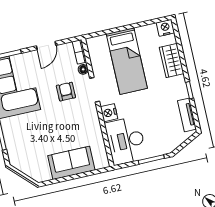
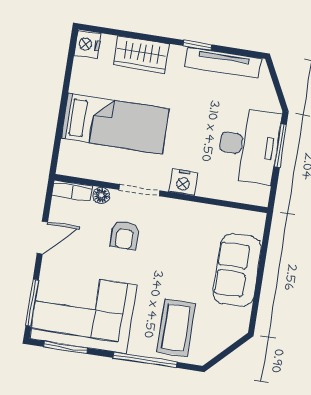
door: (46, 46) -> (42, 238), hinge flipped
armchair: (66, 92) -> (125, 235), turned -90
tv unit: (187, 115) -> (223, 62), width x1.41
coffee table: (25, 141) -> (176, 328), added
desk: (126, 141) -> (249, 145), moved, turned -90

